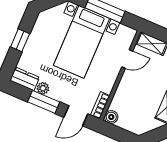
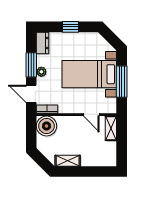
plant: (43, 88) -> (41, 72), moved
boiler: (111, 117) -> (46, 126), width x1.86, depth x1.86

